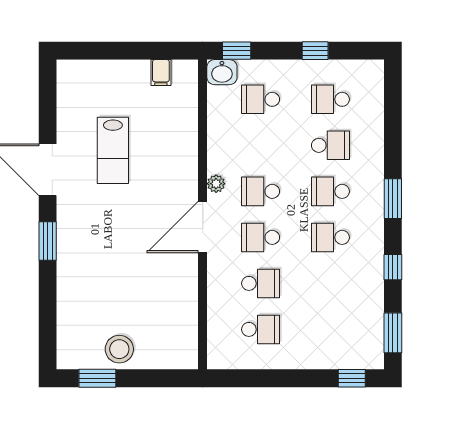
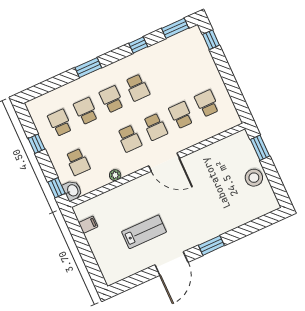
school desk: (330, 99) -> (60, 123), turned 180
plant: (216, 184) -> (115, 175), moved
school desk: (330, 191) -> (112, 99), turned 180
window: (393, 199) -> (88, 68), moved
window: (97, 378) -> (260, 148), moved

